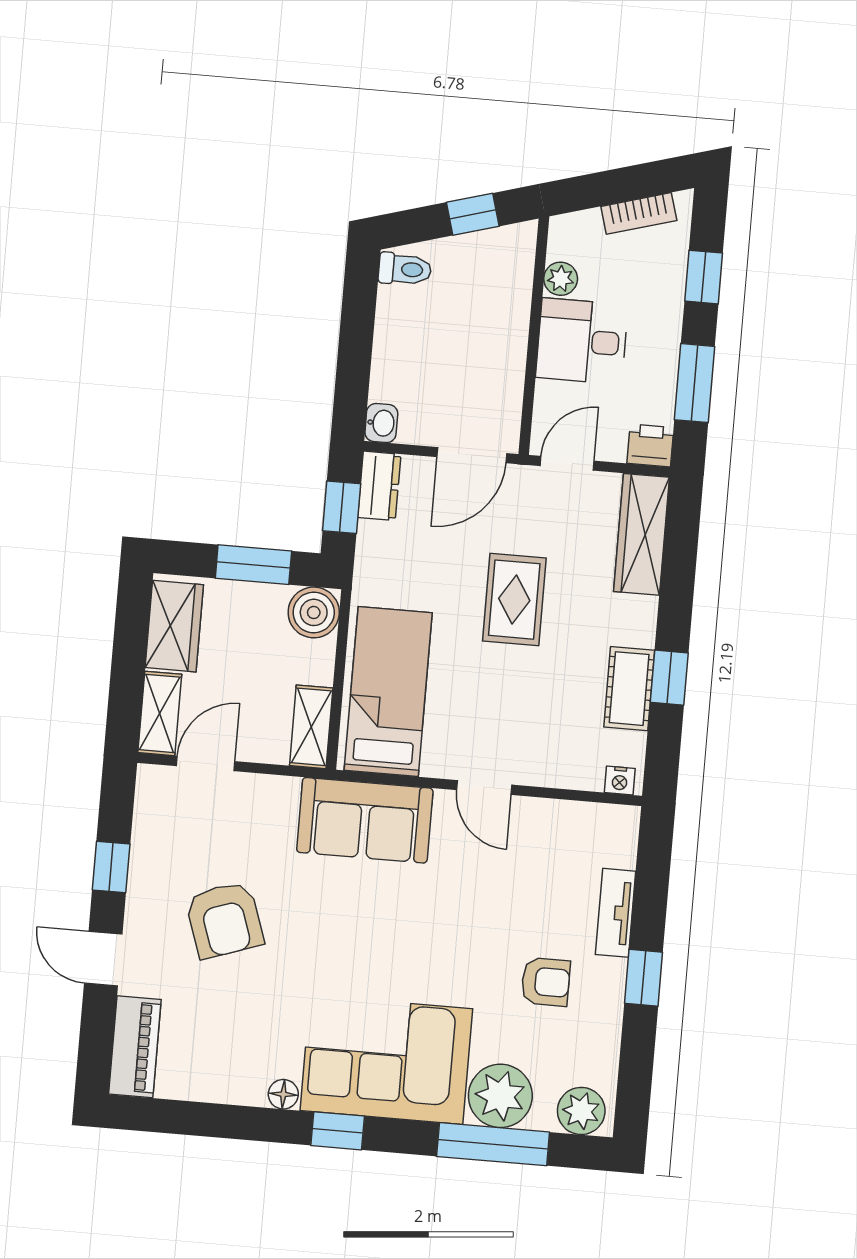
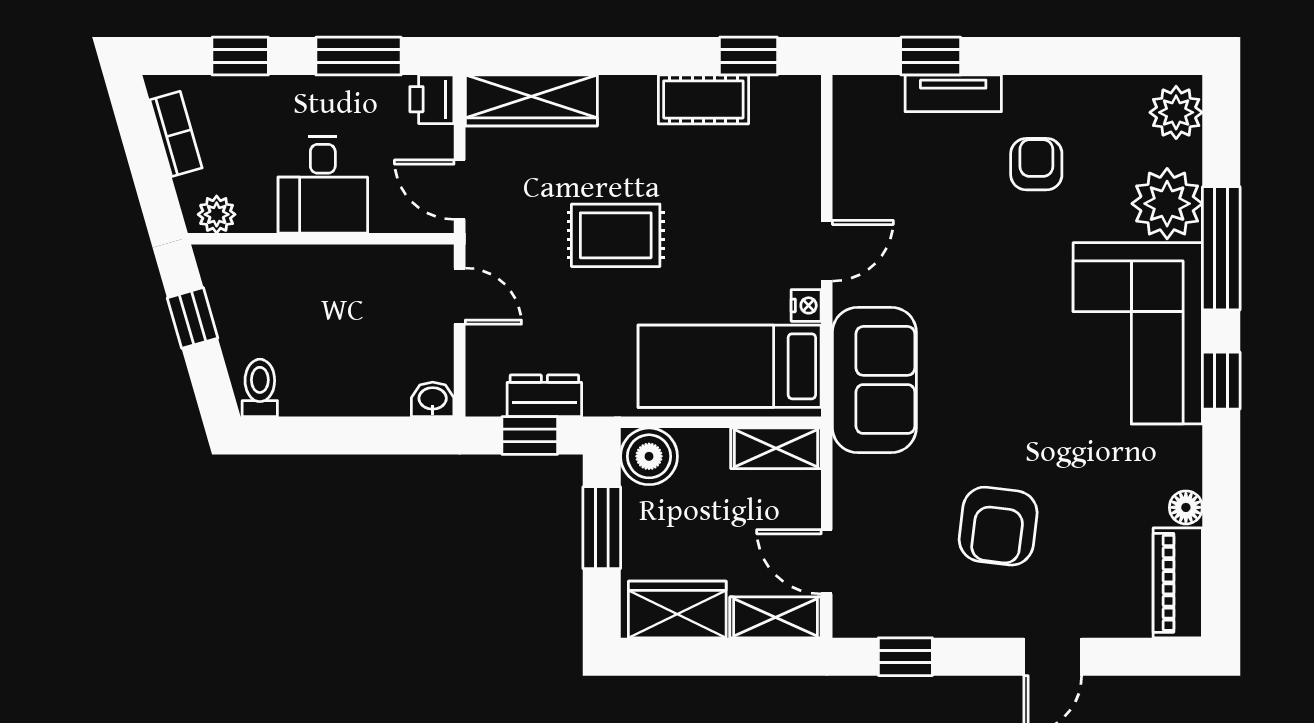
plant: (561, 279) -> (217, 214), moved
door: (472, 455) -> (460, 296), width x0.73
dresser: (379, 486) -> (544, 396), moved
window: (669, 678) -> (749, 56), moved
nightstand: (620, 780) -> (806, 305), moved
window: (111, 867) -> (905, 657), moved
armchair: (224, 920) -> (998, 526), turned 116
window: (644, 978) -> (931, 56), moved
piano: (135, 1047) -> (1178, 583), moved, turned -90
floor lamp: (283, 1094) -> (1186, 507), moved
window: (493, 1144) -> (1221, 248), moved

